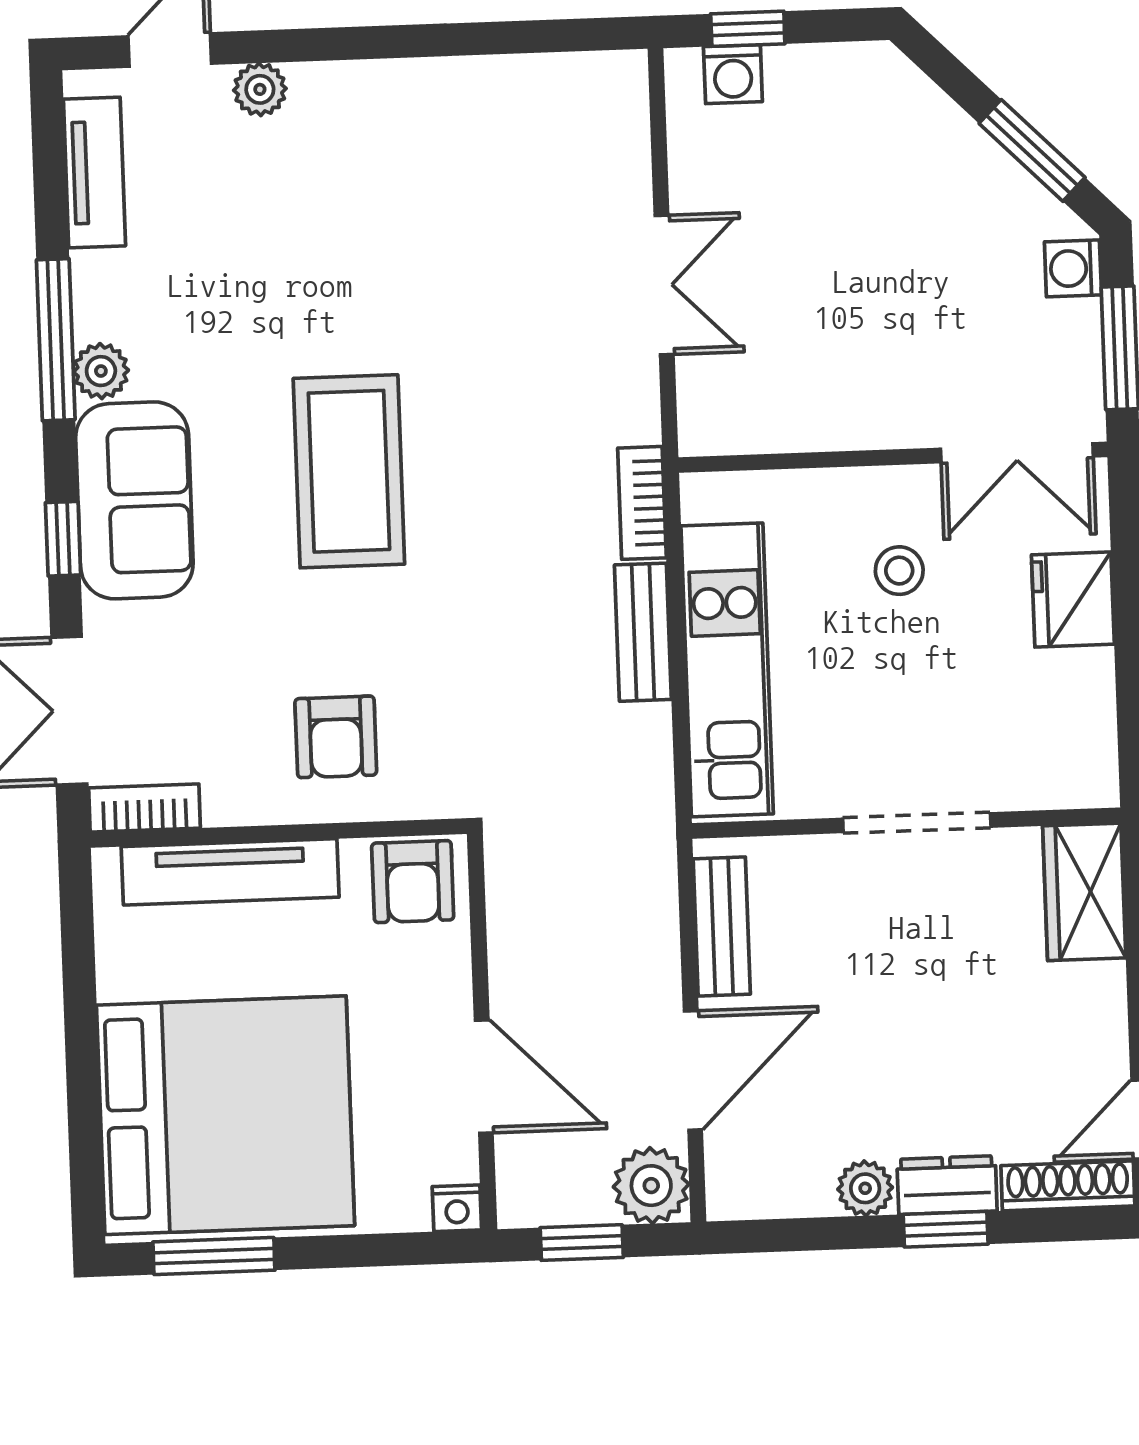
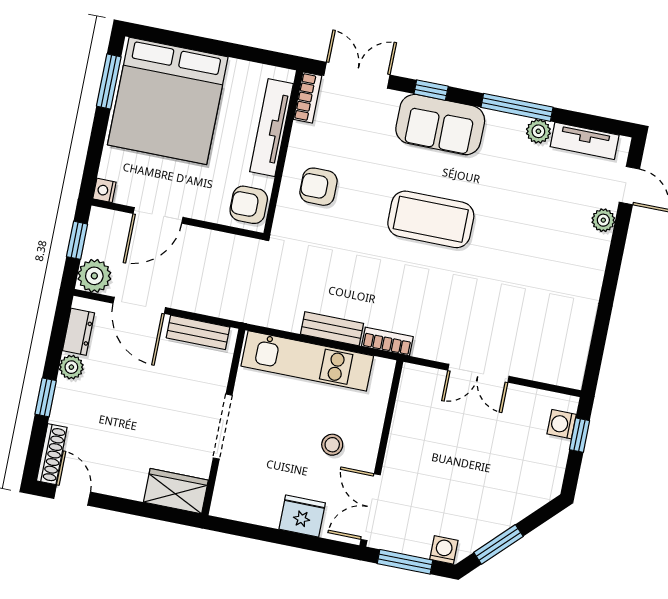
plant: (101, 371) -> (538, 131), moved
dresser: (947, 1185) -> (78, 332), moved

